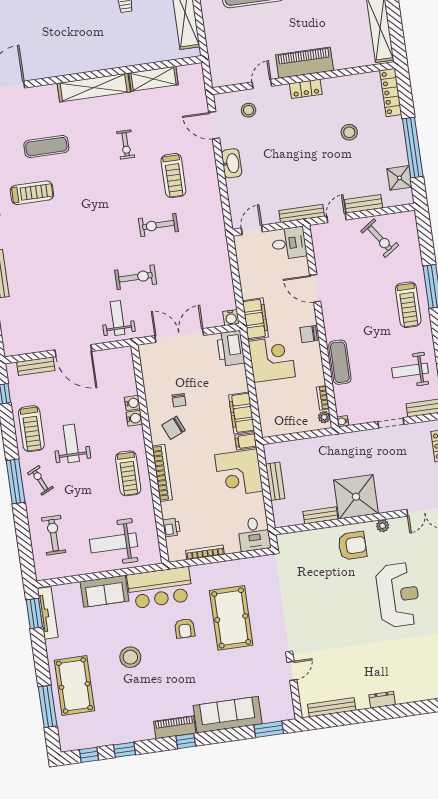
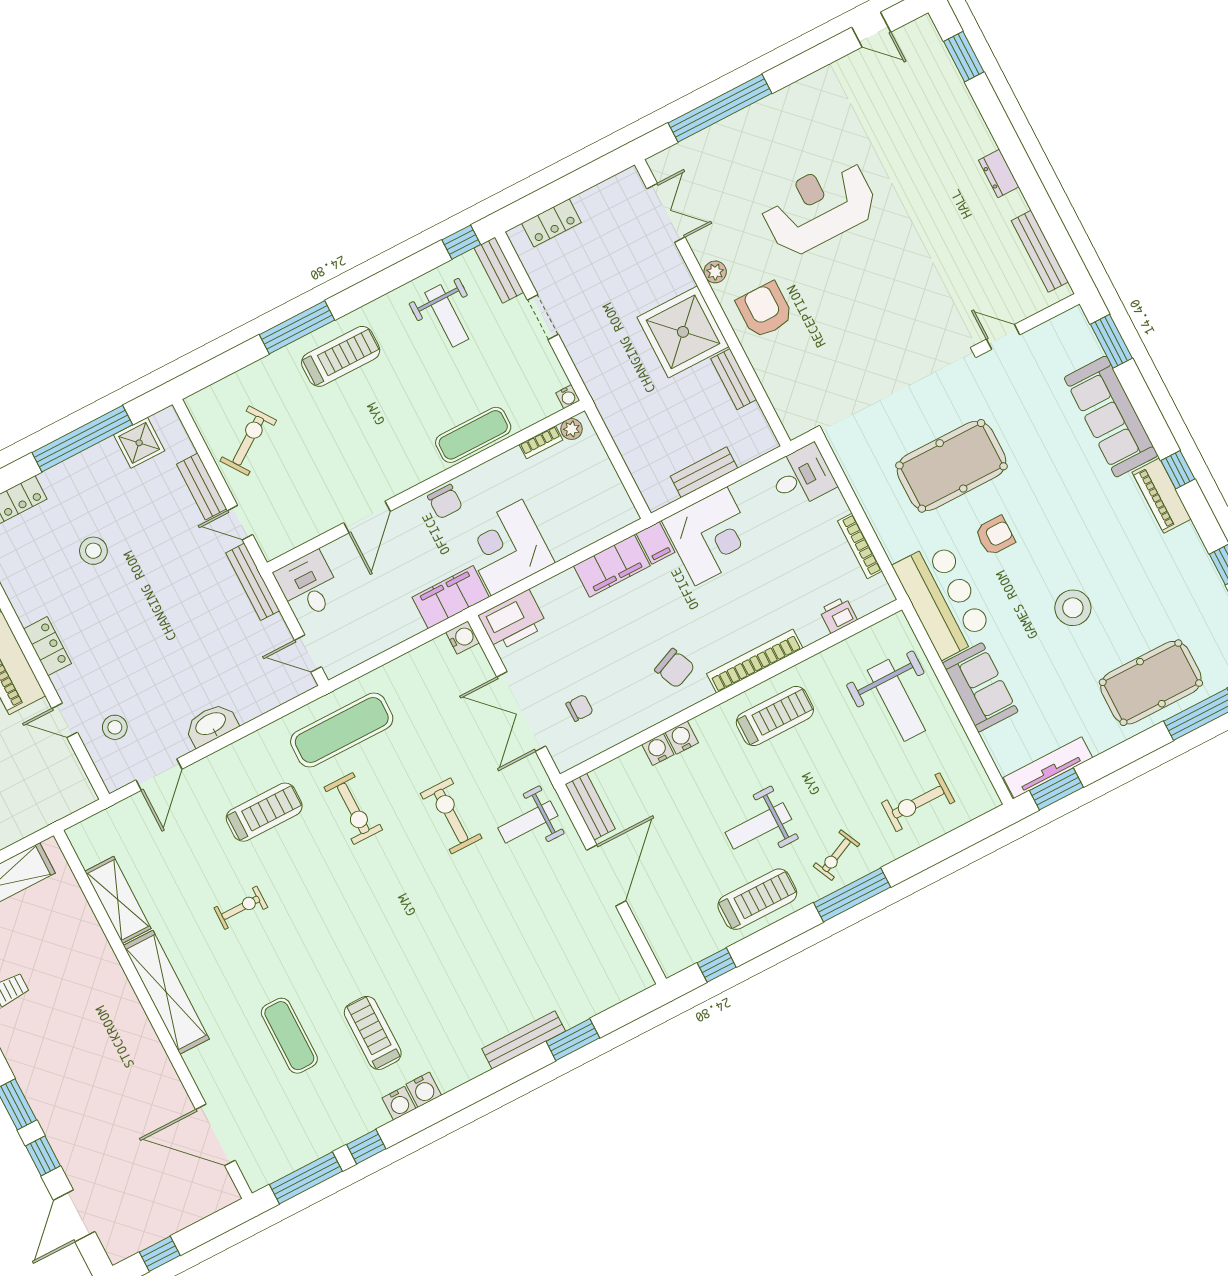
exercise mat: (204, 234) -> (342, 730), added
bench: (36, 366) -> (590, 807), moved
chair: (179, 400) -> (580, 708), moved

